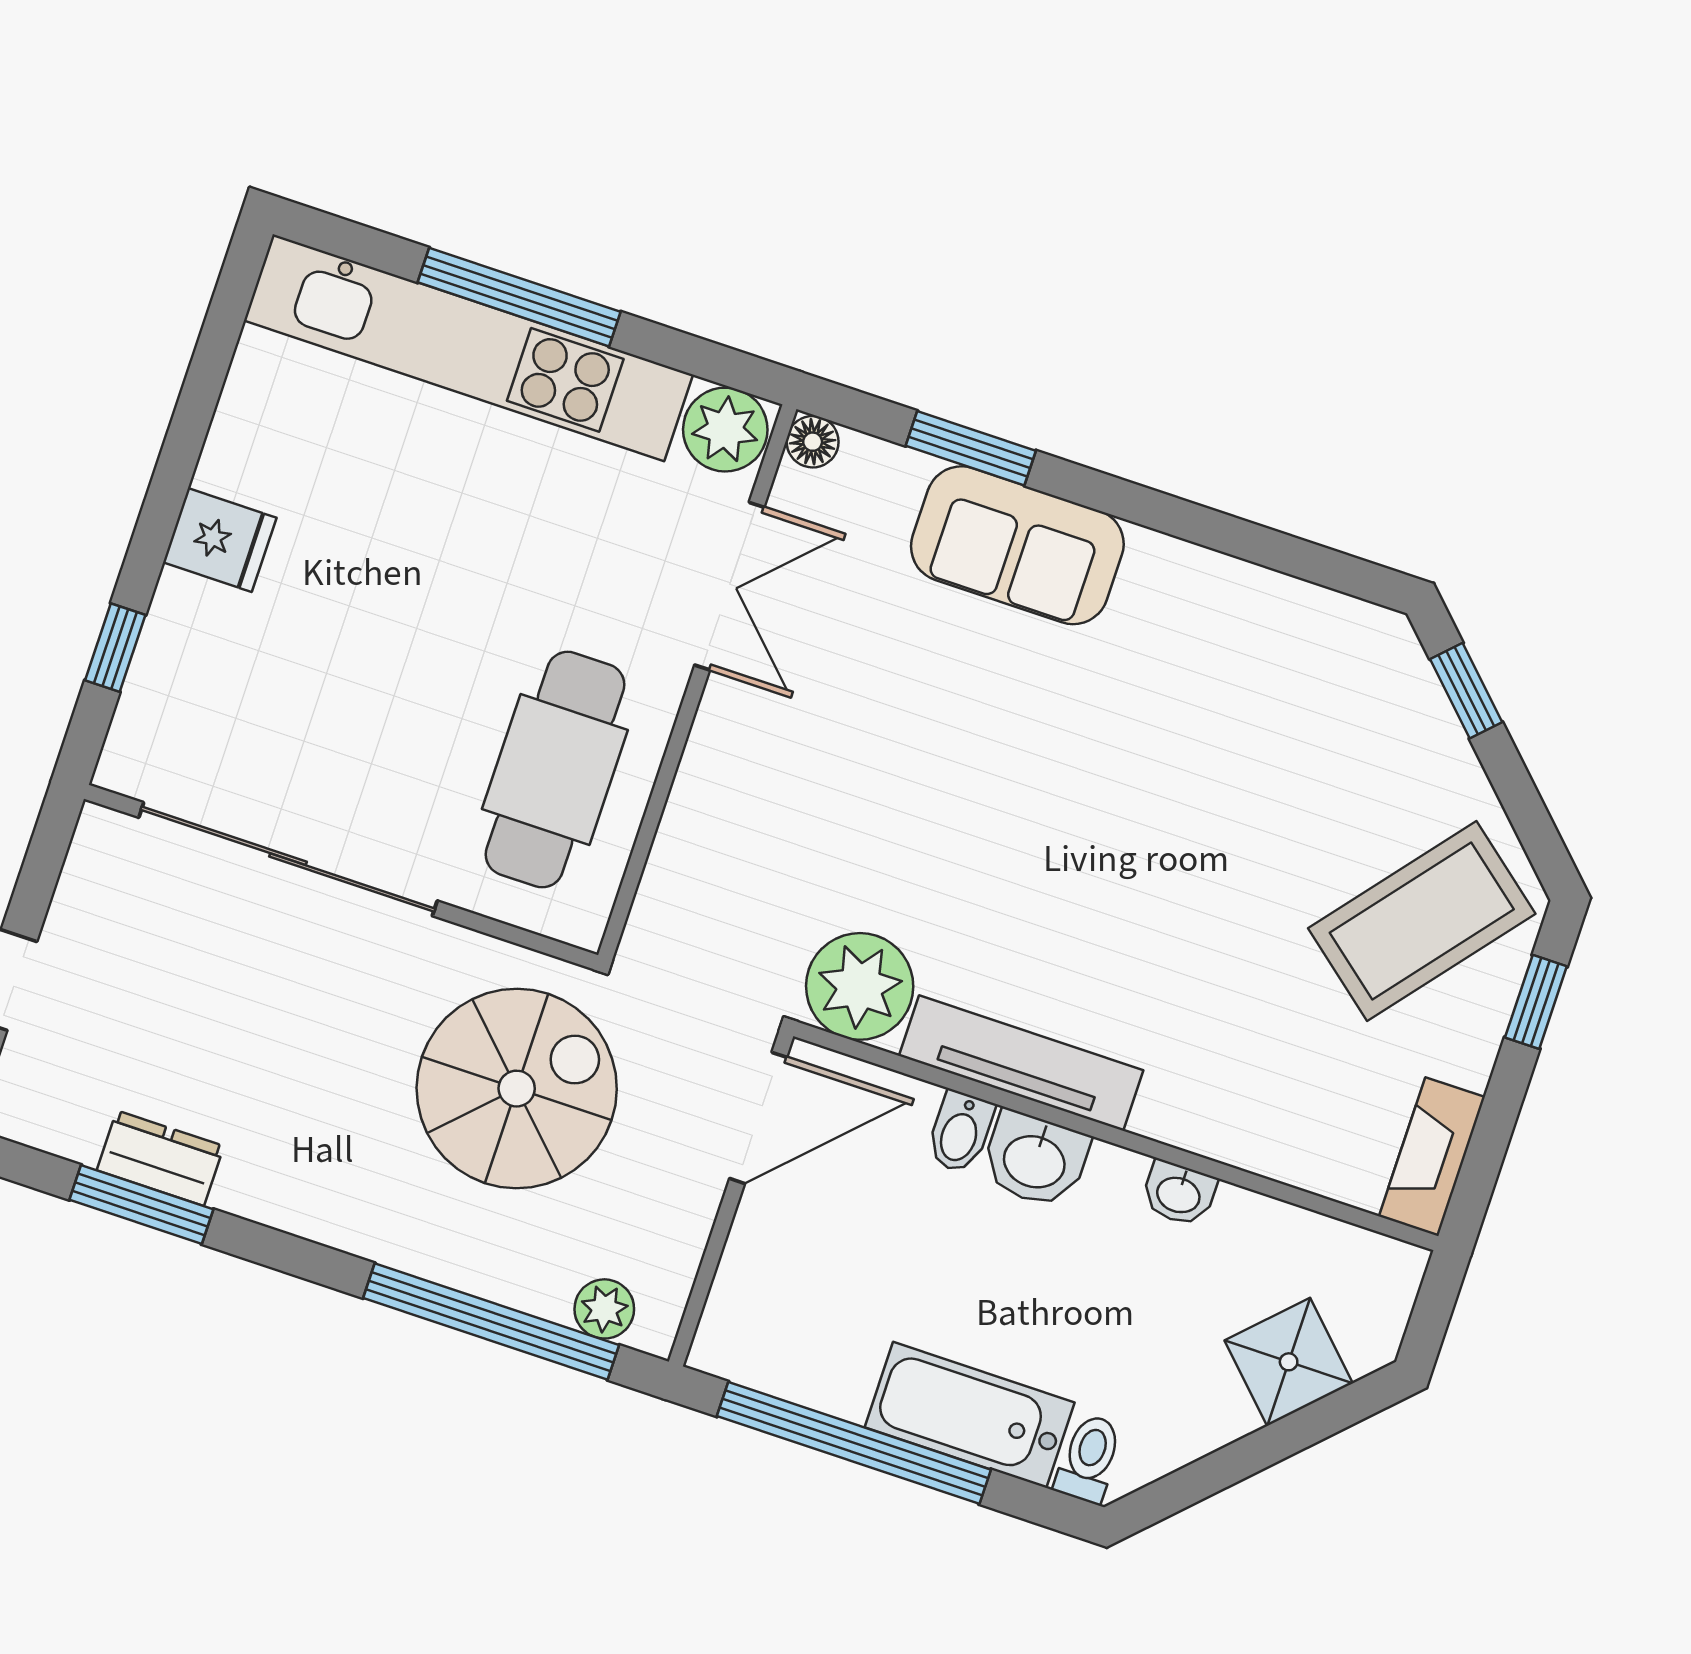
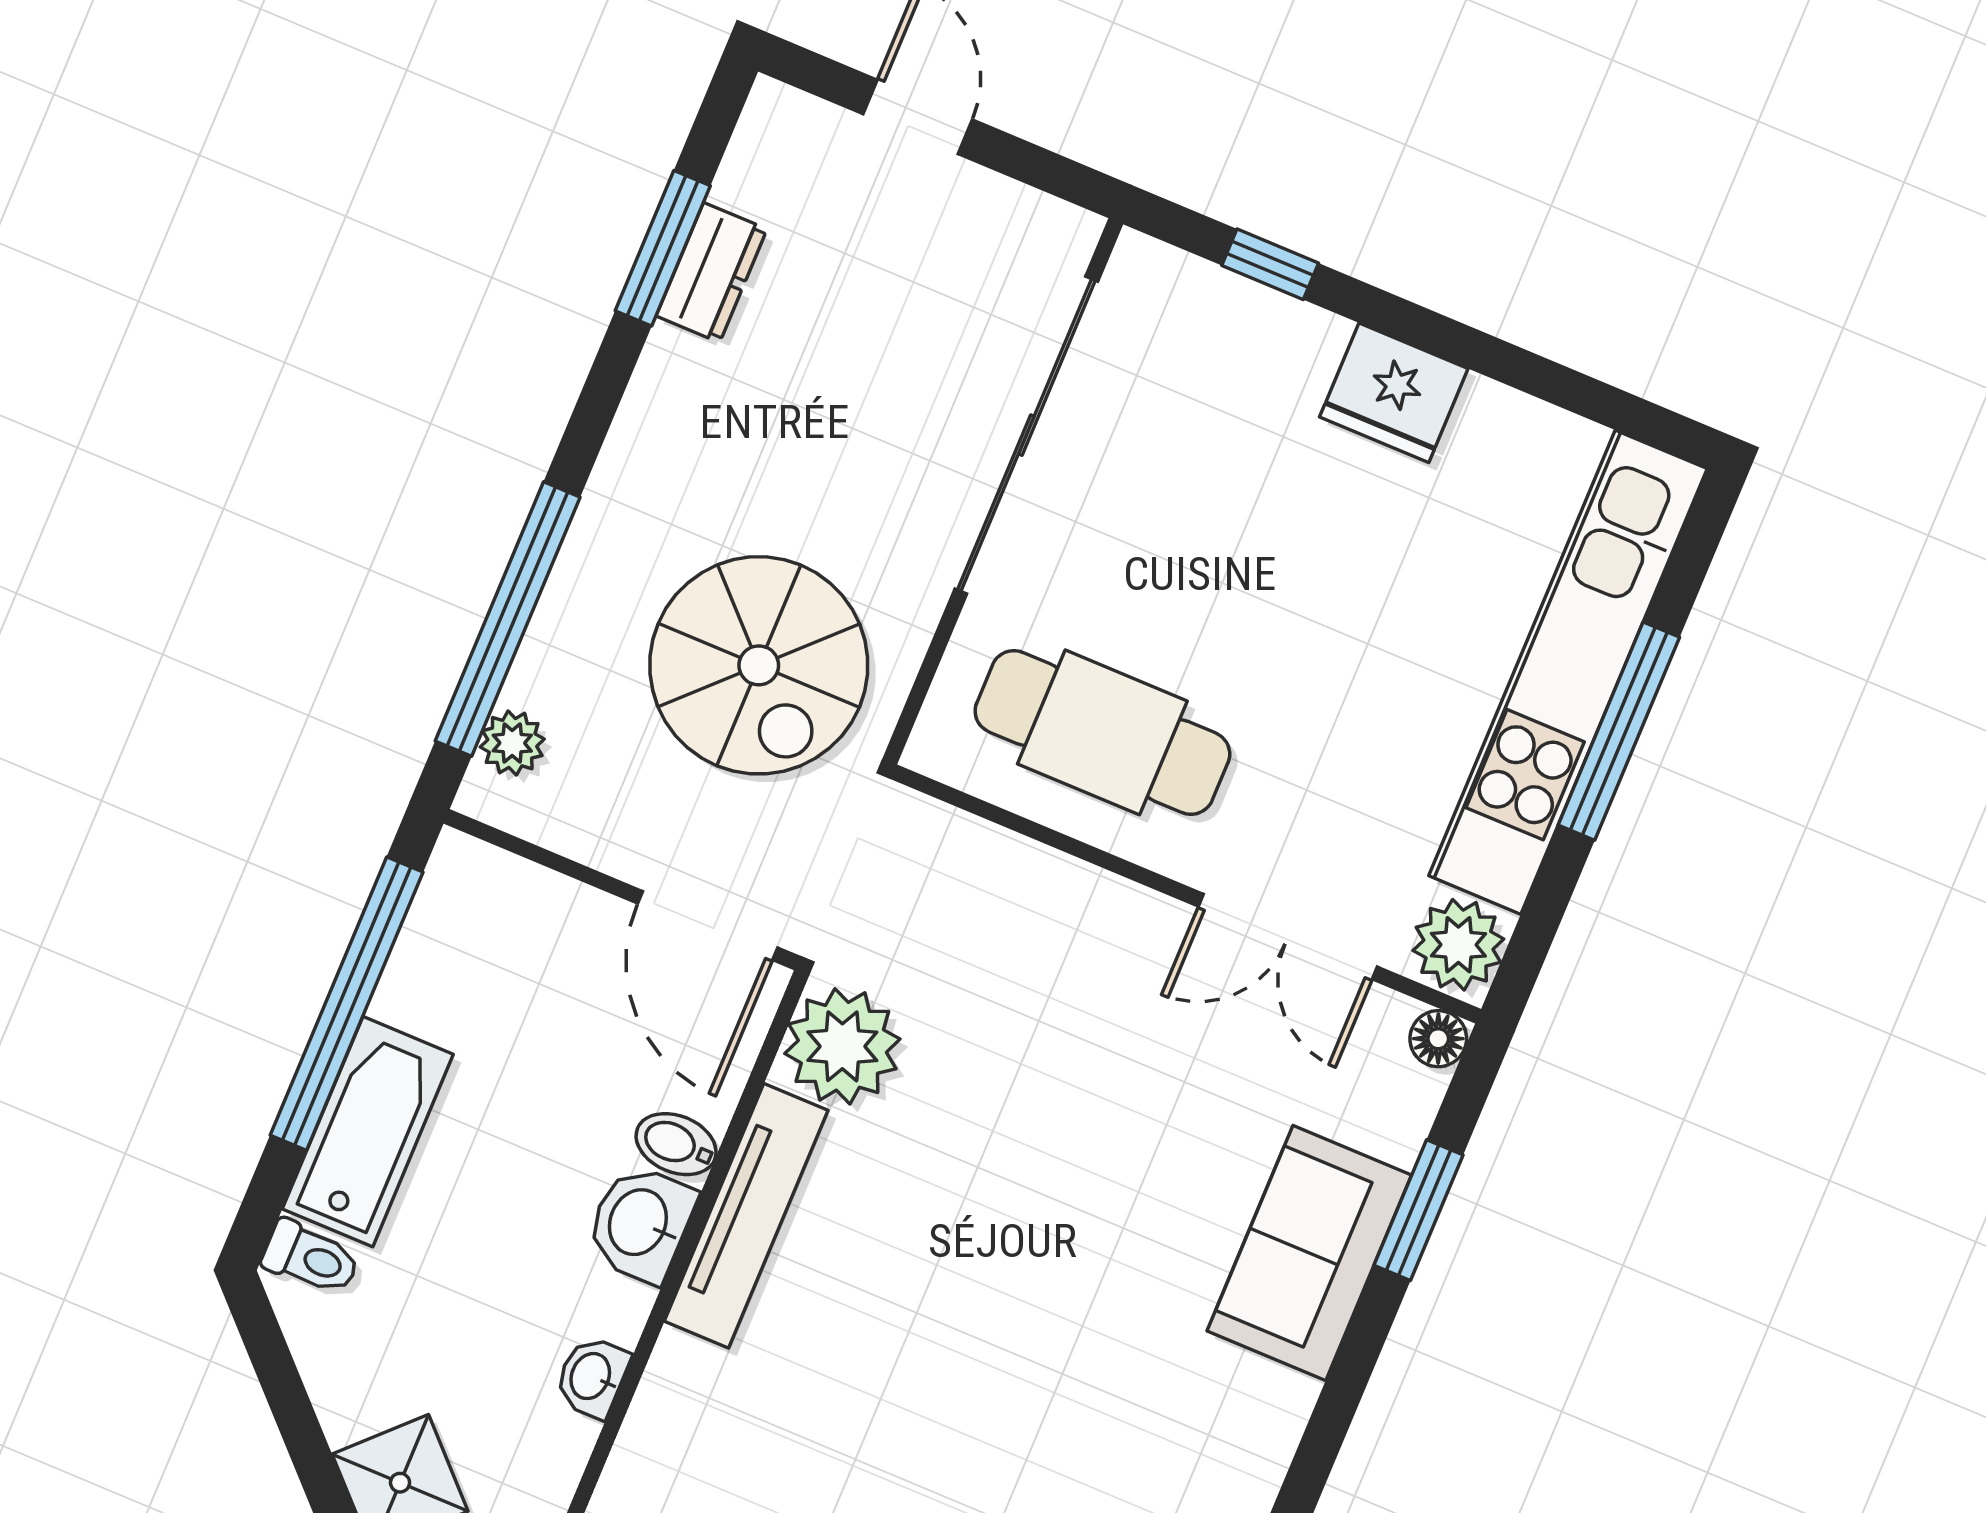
fridge: (220, 540) -> (1394, 393), width x1.38

